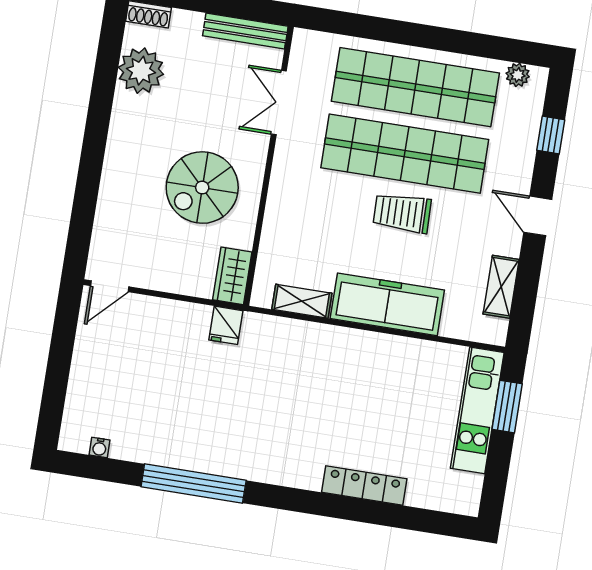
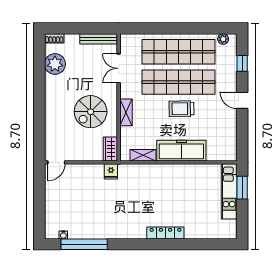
shelving: (501, 287) -> (126, 112), moved
window: (194, 483) -> (84, 244), moved
locker: (364, 485) -> (165, 233), moved

